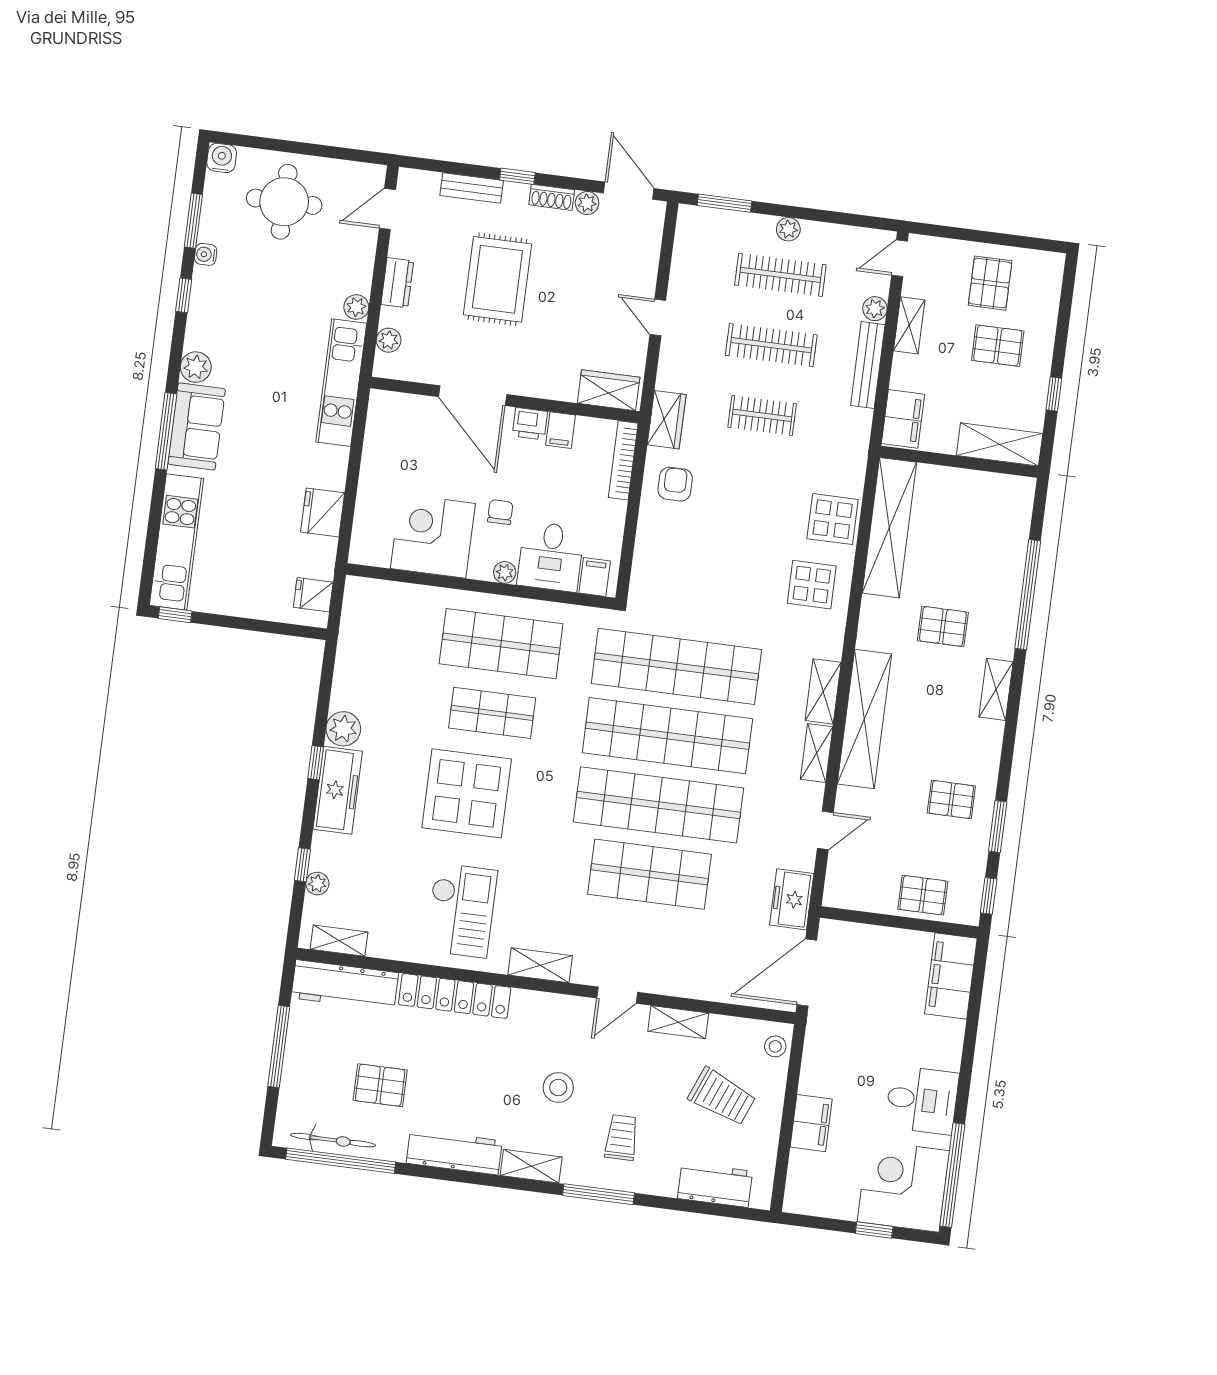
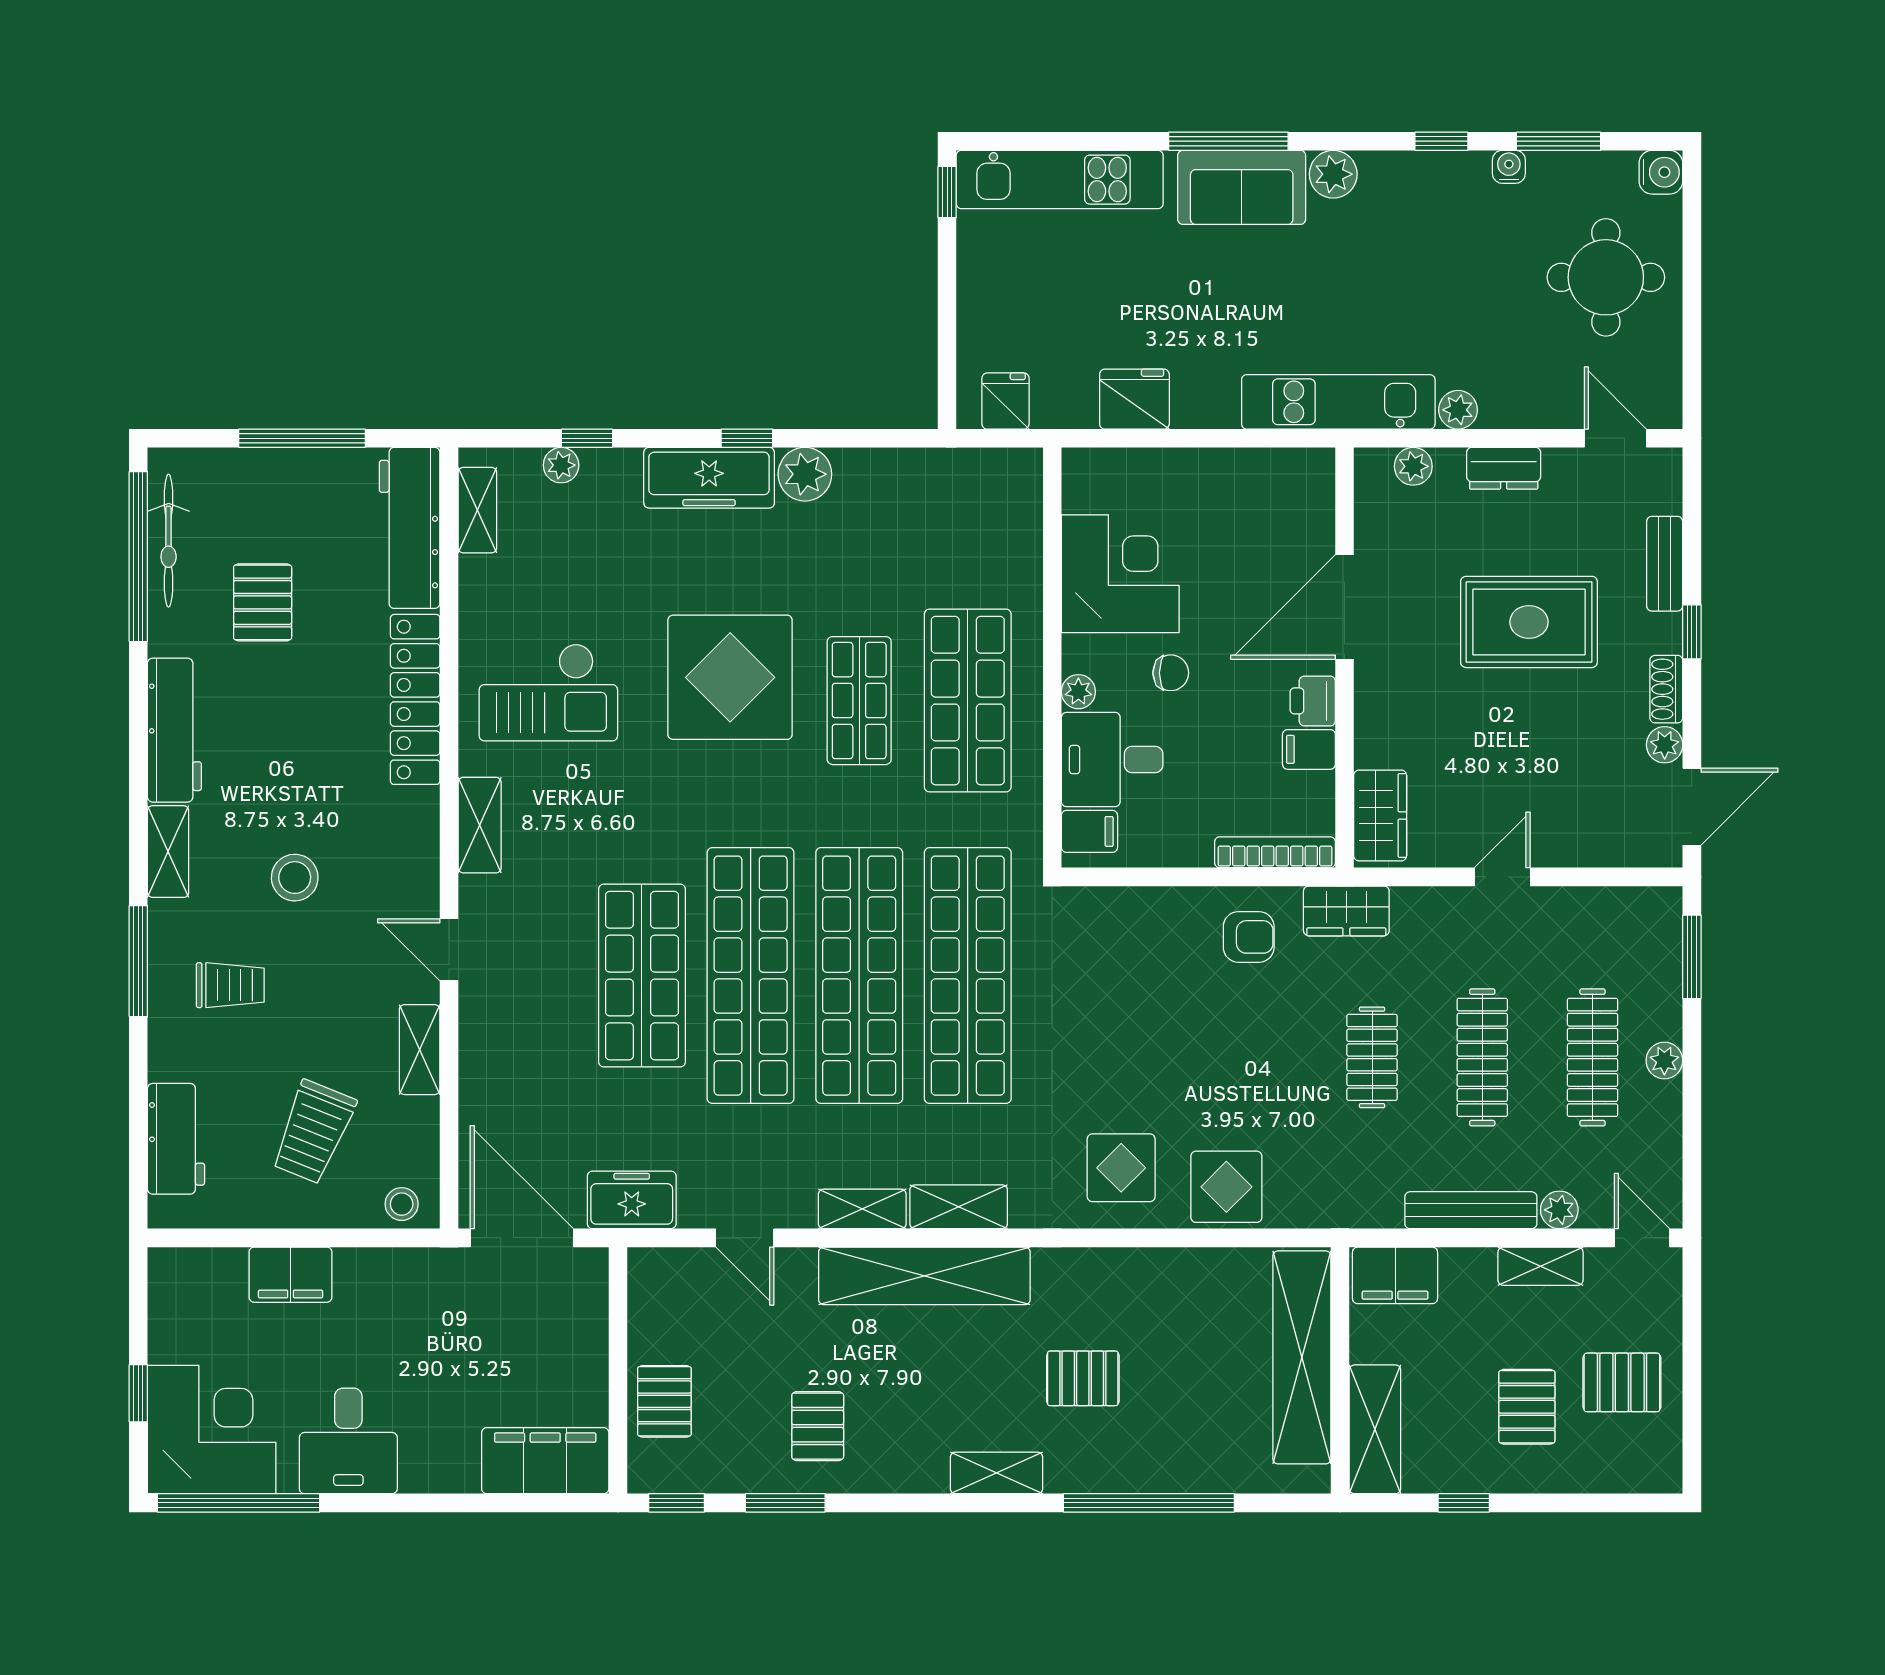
shelving: (889, 528) -> (1302, 1357), moved, turned 90
pallet: (943, 626) -> (1083, 1378), turned 90

